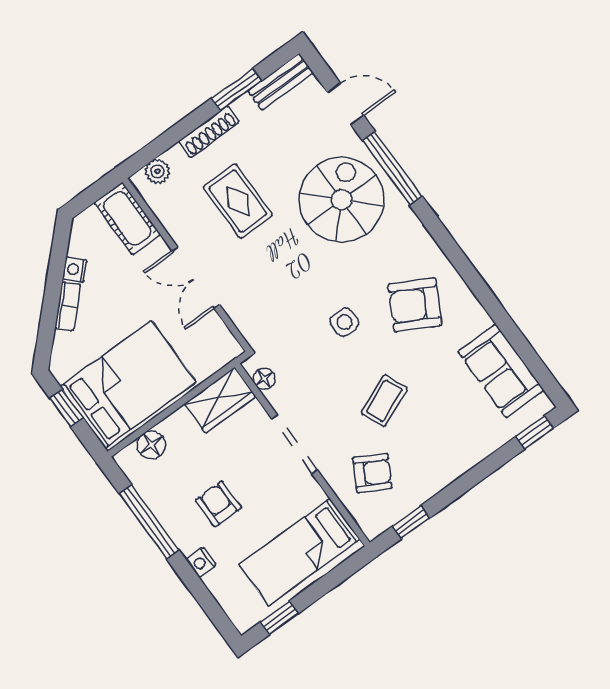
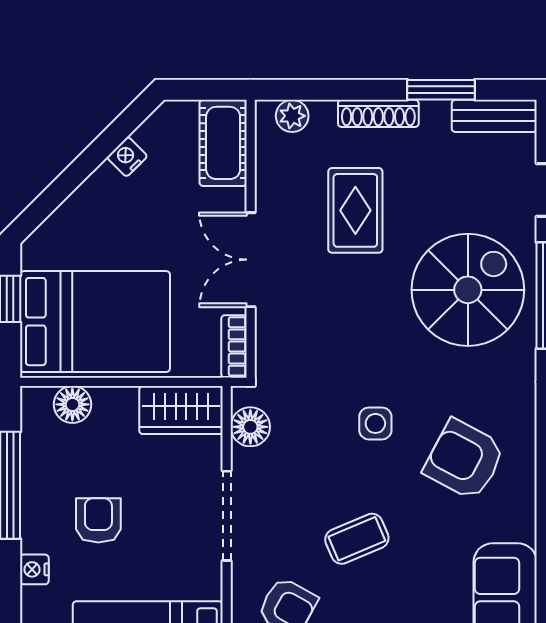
bookcase: (68, 306) -> (234, 346), moved, turned 135
floor lamp: (264, 379) -> (250, 427), width x1.37, depth x1.37

